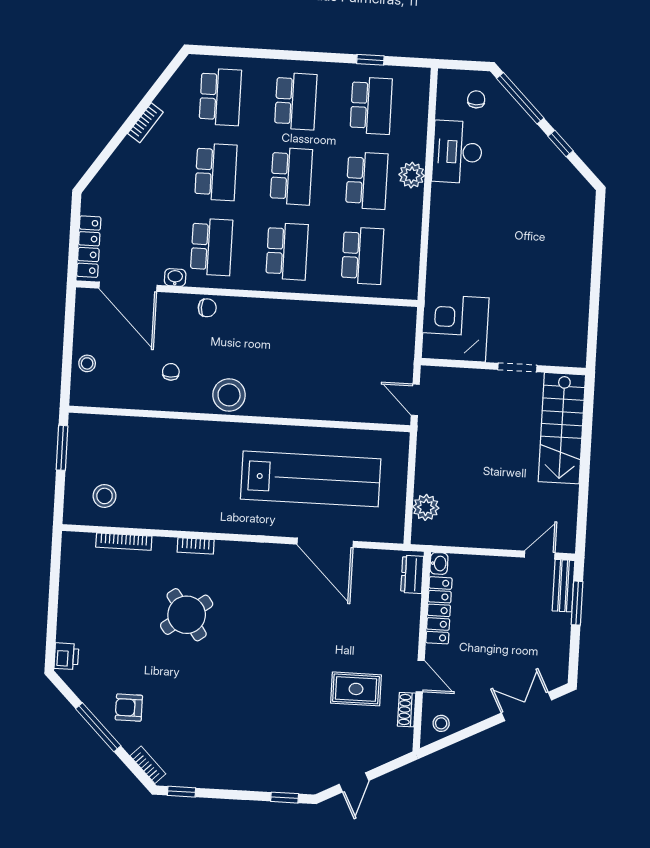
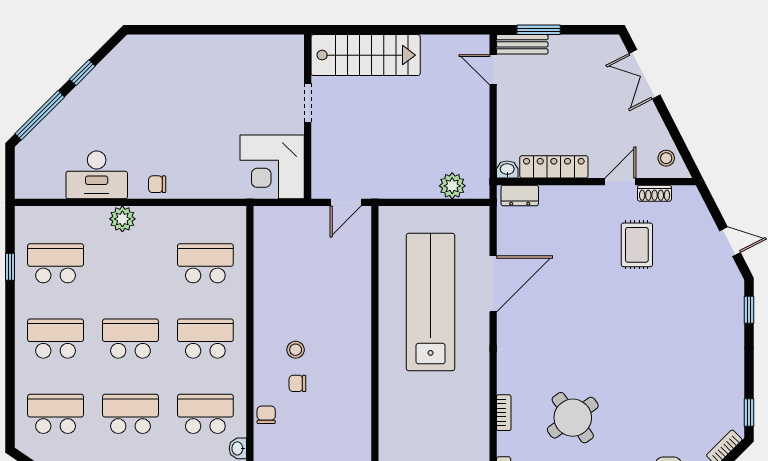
chair: (476, 99) -> (157, 184), moved
school desk: (367, 181) -> (130, 263), removed
chair: (171, 372) -> (297, 383), moved
stool: (229, 395) -> (296, 350), moved, width x0.53, depth x0.53

